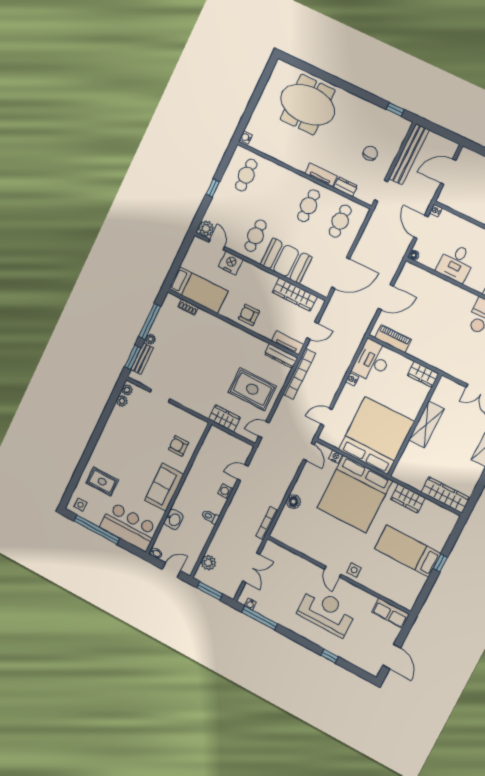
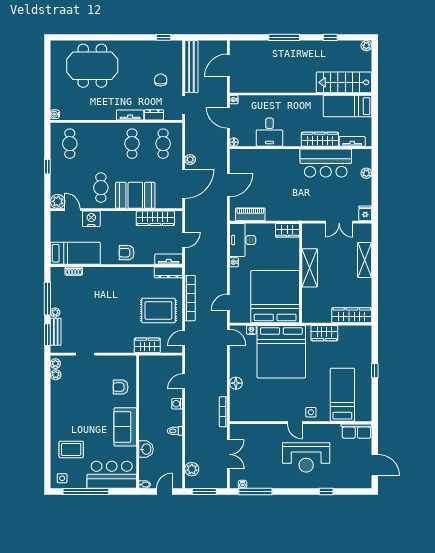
plant: (360, 251) -> (190, 159), added
bookcase: (299, 374) -> (190, 298), moved
bed: (408, 551) -> (342, 395), moved, turned 90
reception desk: (327, 612) -> (306, 457), turned 180

